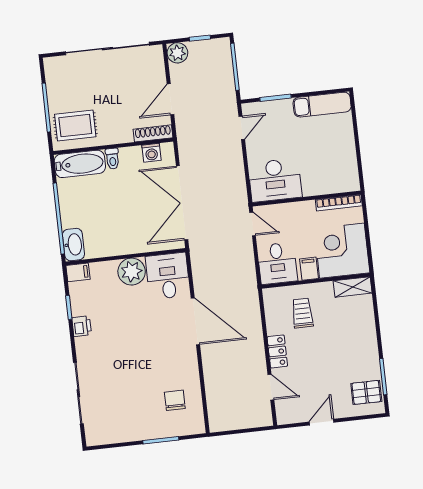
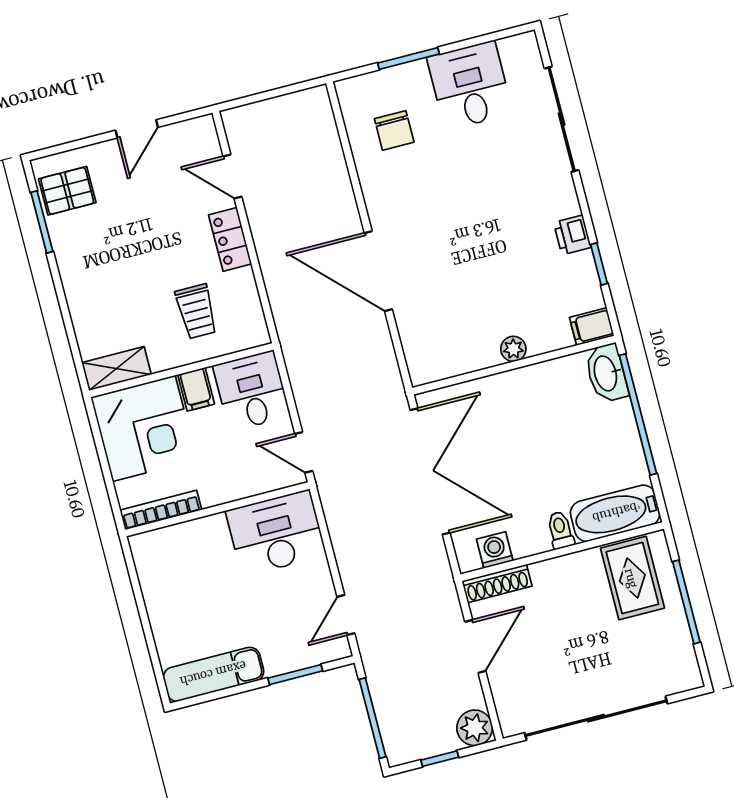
rug: (75, 126) -> (632, 578), turned 90
plant: (132, 272) -> (513, 349), width x0.53, depth x0.53
desk: (168, 276) -> (470, 85), moved, turned 180

